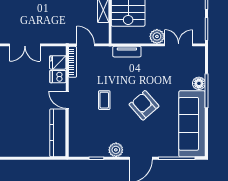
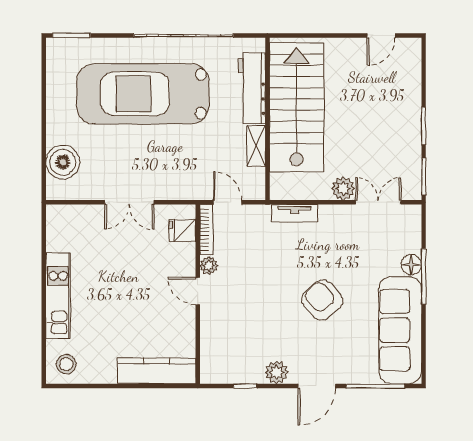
dishwasher: (58, 77) -> (183, 254), removed
plant: (74, 84) -> (209, 266), added
coffee table: (104, 100) -> (258, 292), removed
kitchen counter: (58, 133) -> (157, 371), moved, turned 90

